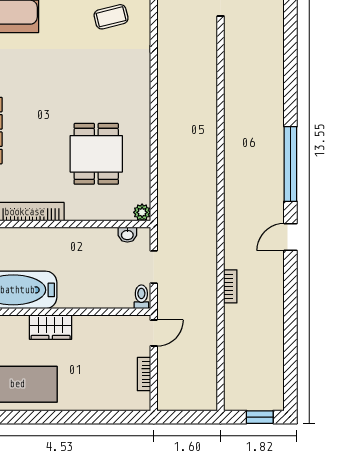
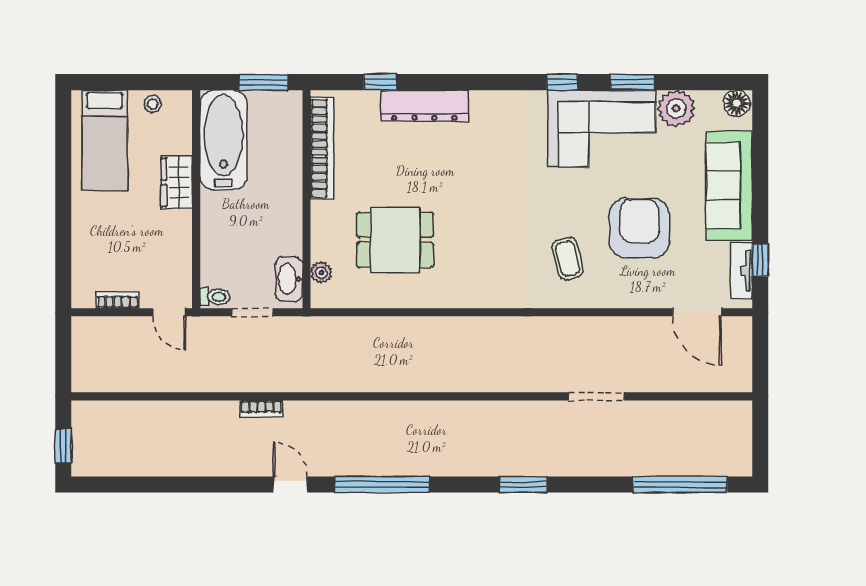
window: (290, 52) -> (523, 485), added
plant: (142, 212) -> (321, 273), moved
washbasin: (127, 235) -> (289, 279), width x1.91, depth x1.45
bookcase: (230, 286) -> (261, 409), moved

